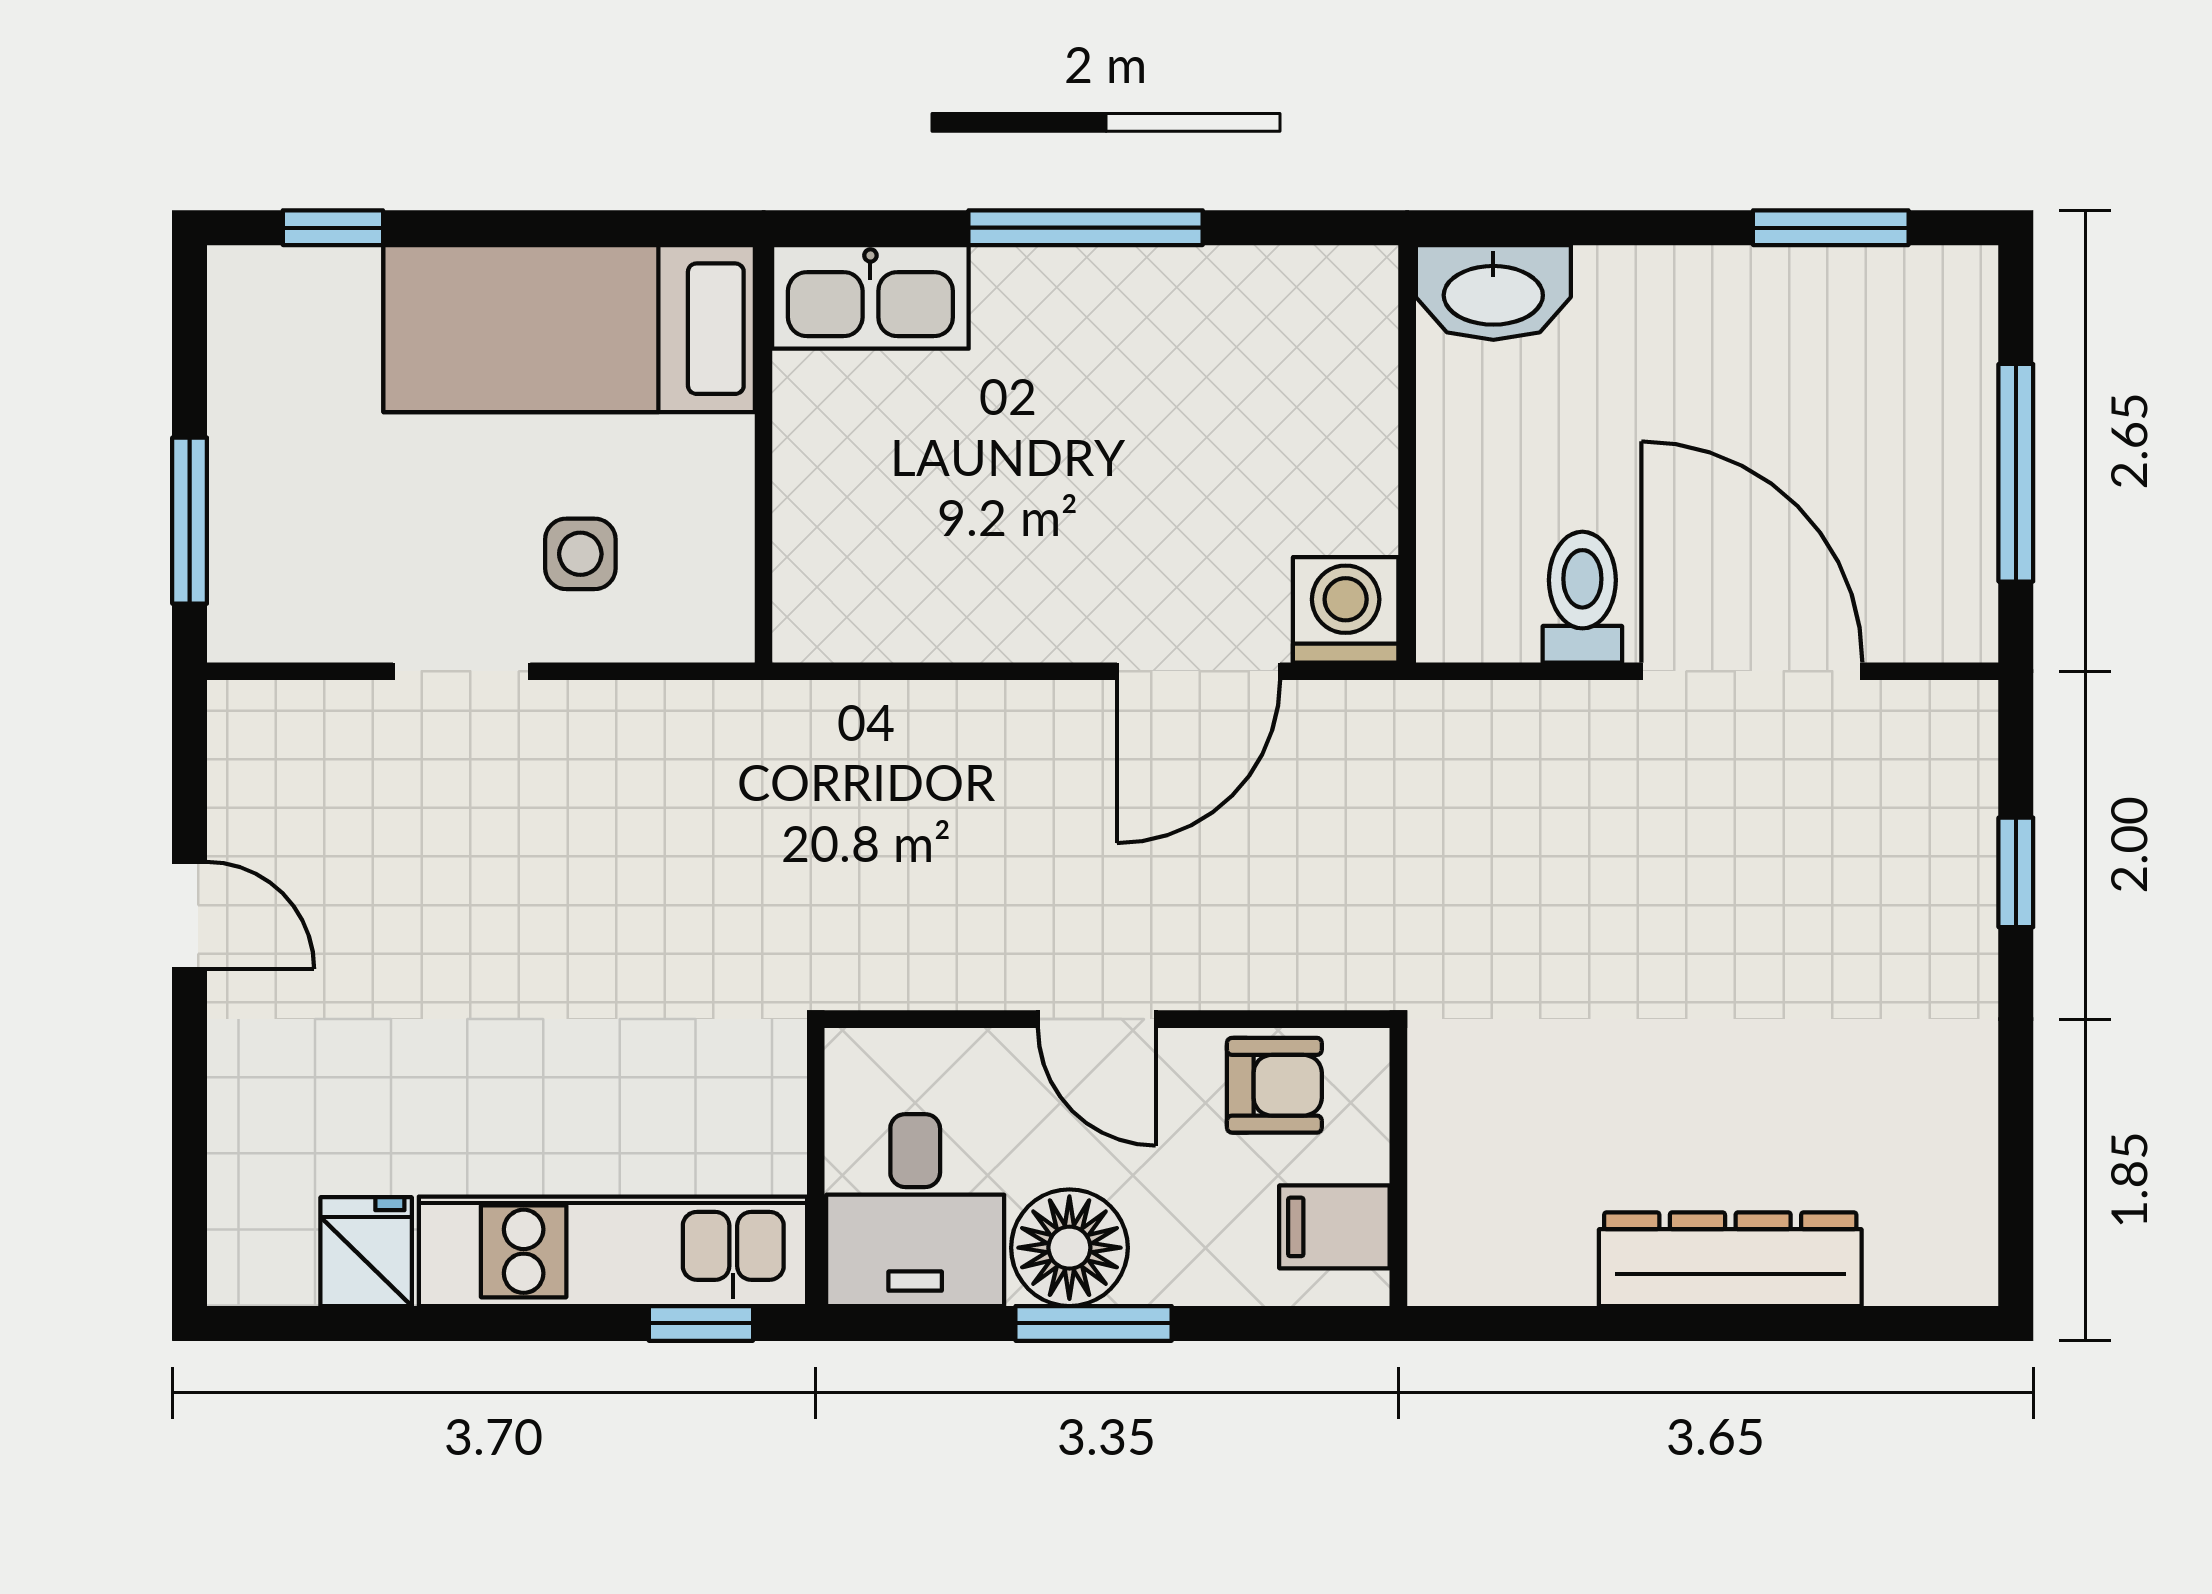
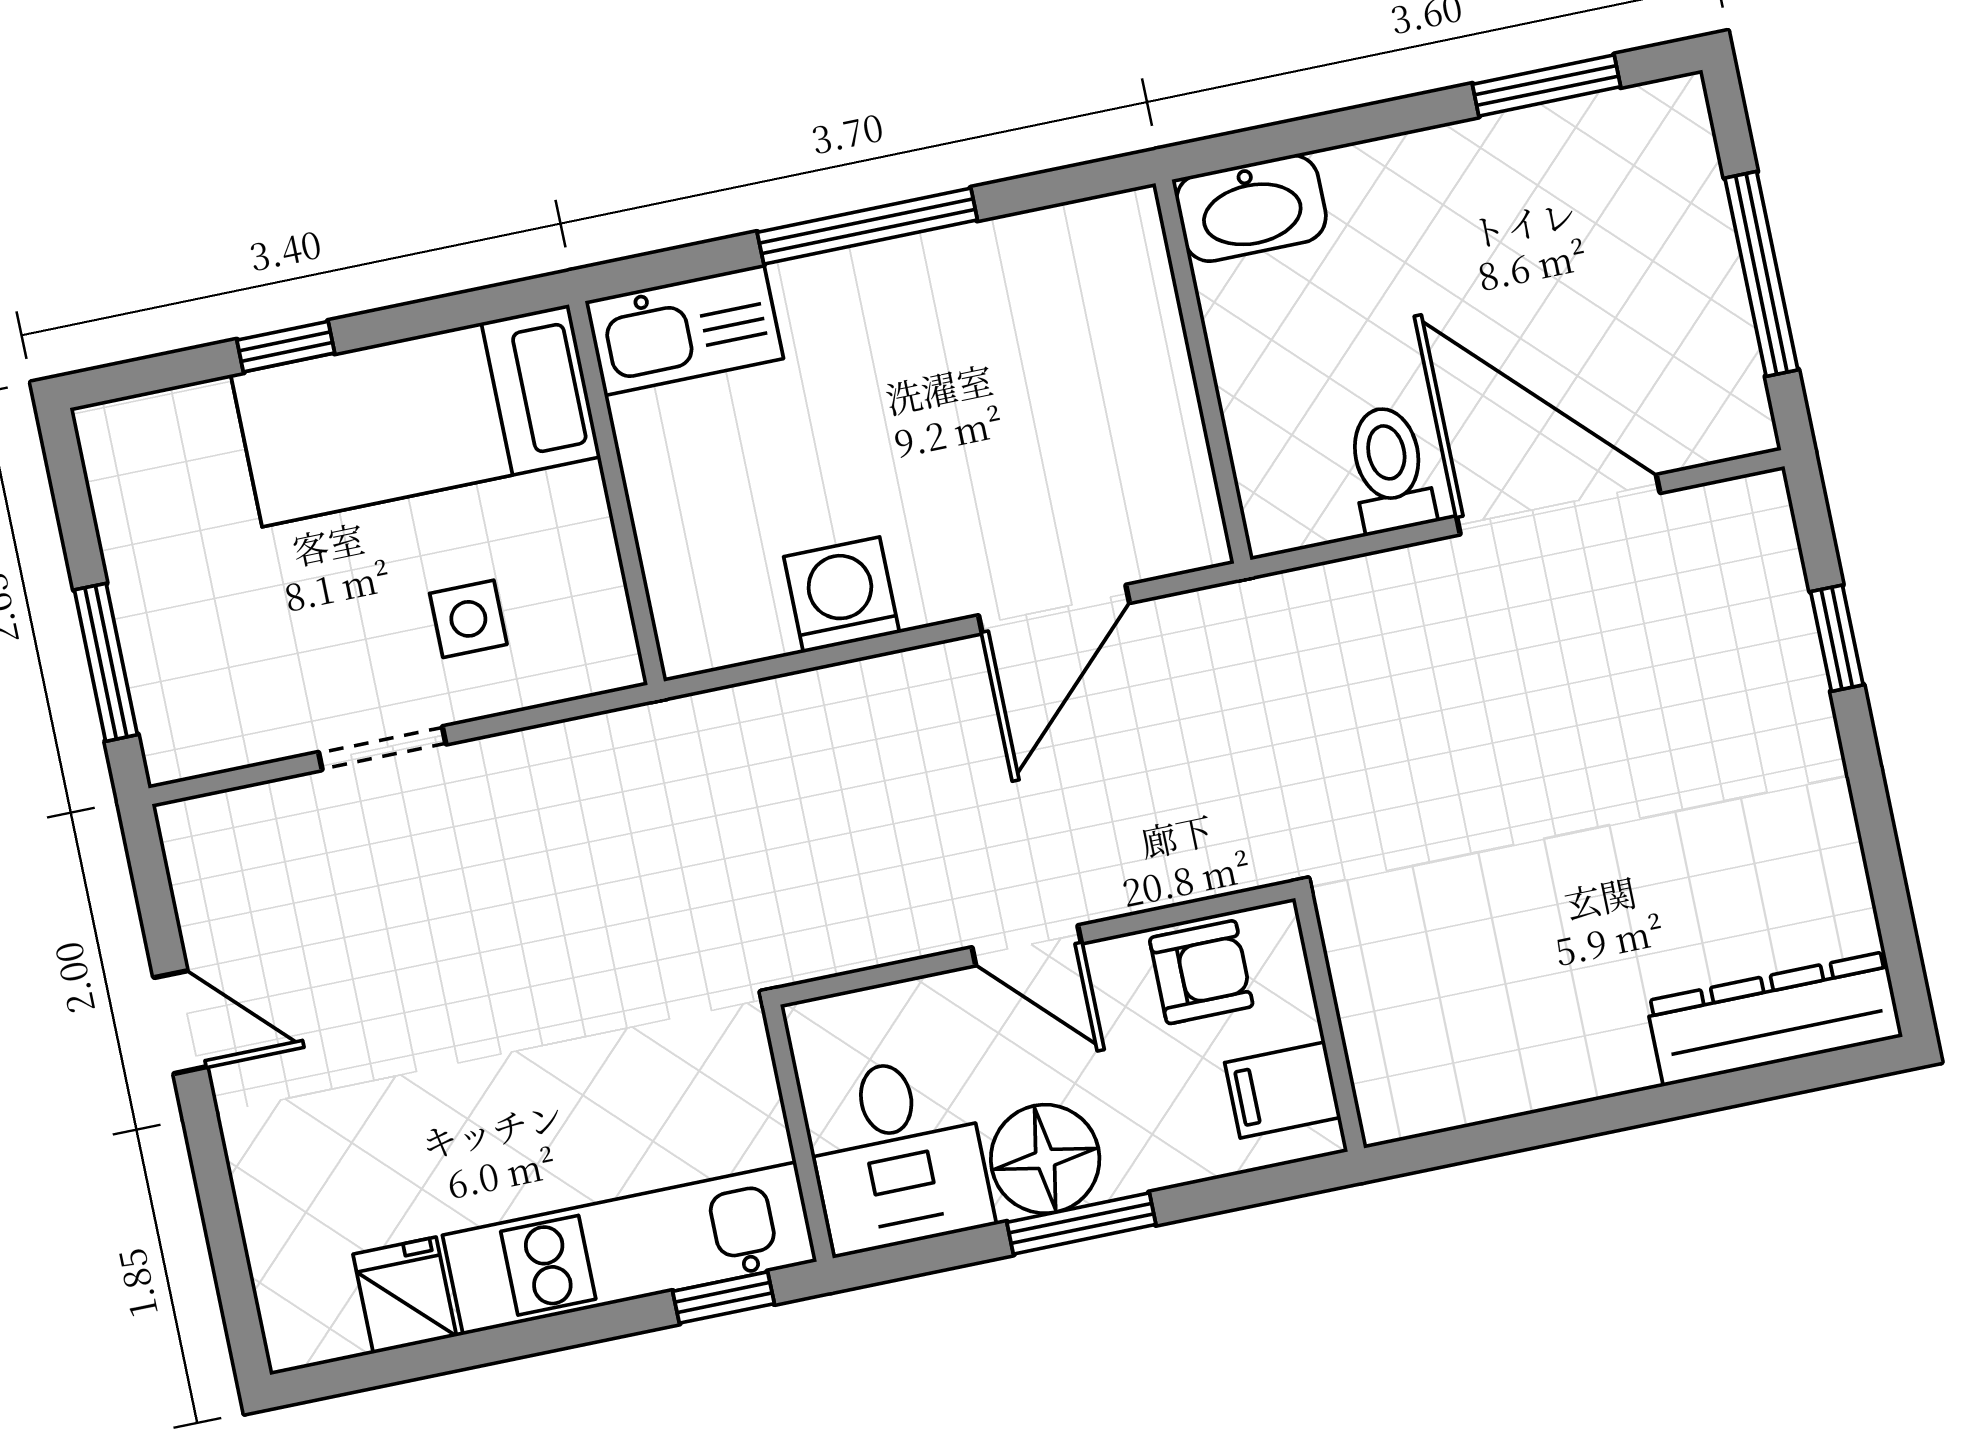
window: (333, 228) -> (286, 347), moved
washing machine: (1346, 610) -> (842, 595), moved
dresser: (1730, 1259) -> (1774, 1019), moved

